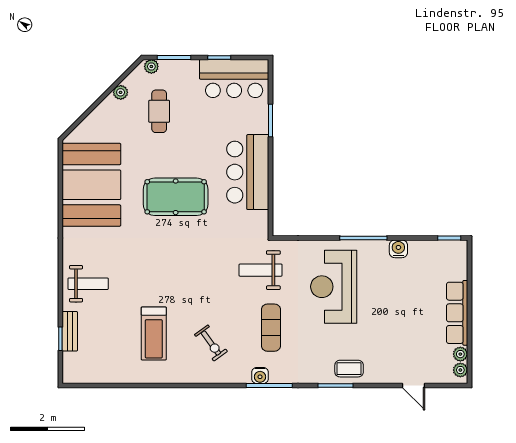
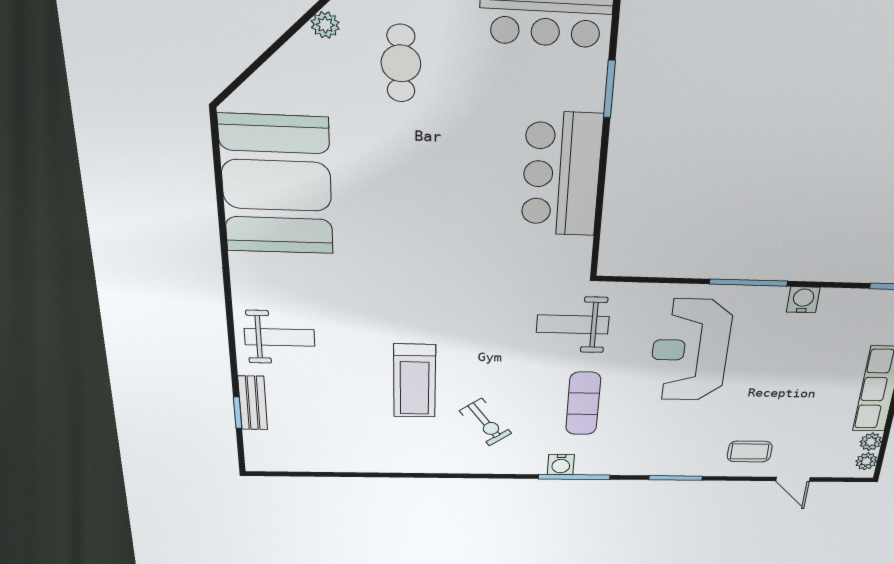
pool table: (176, 197) -> (431, 210), removed
treadmill: (154, 334) -> (415, 381), moved
coffee table: (349, 369) -> (750, 451), moved

